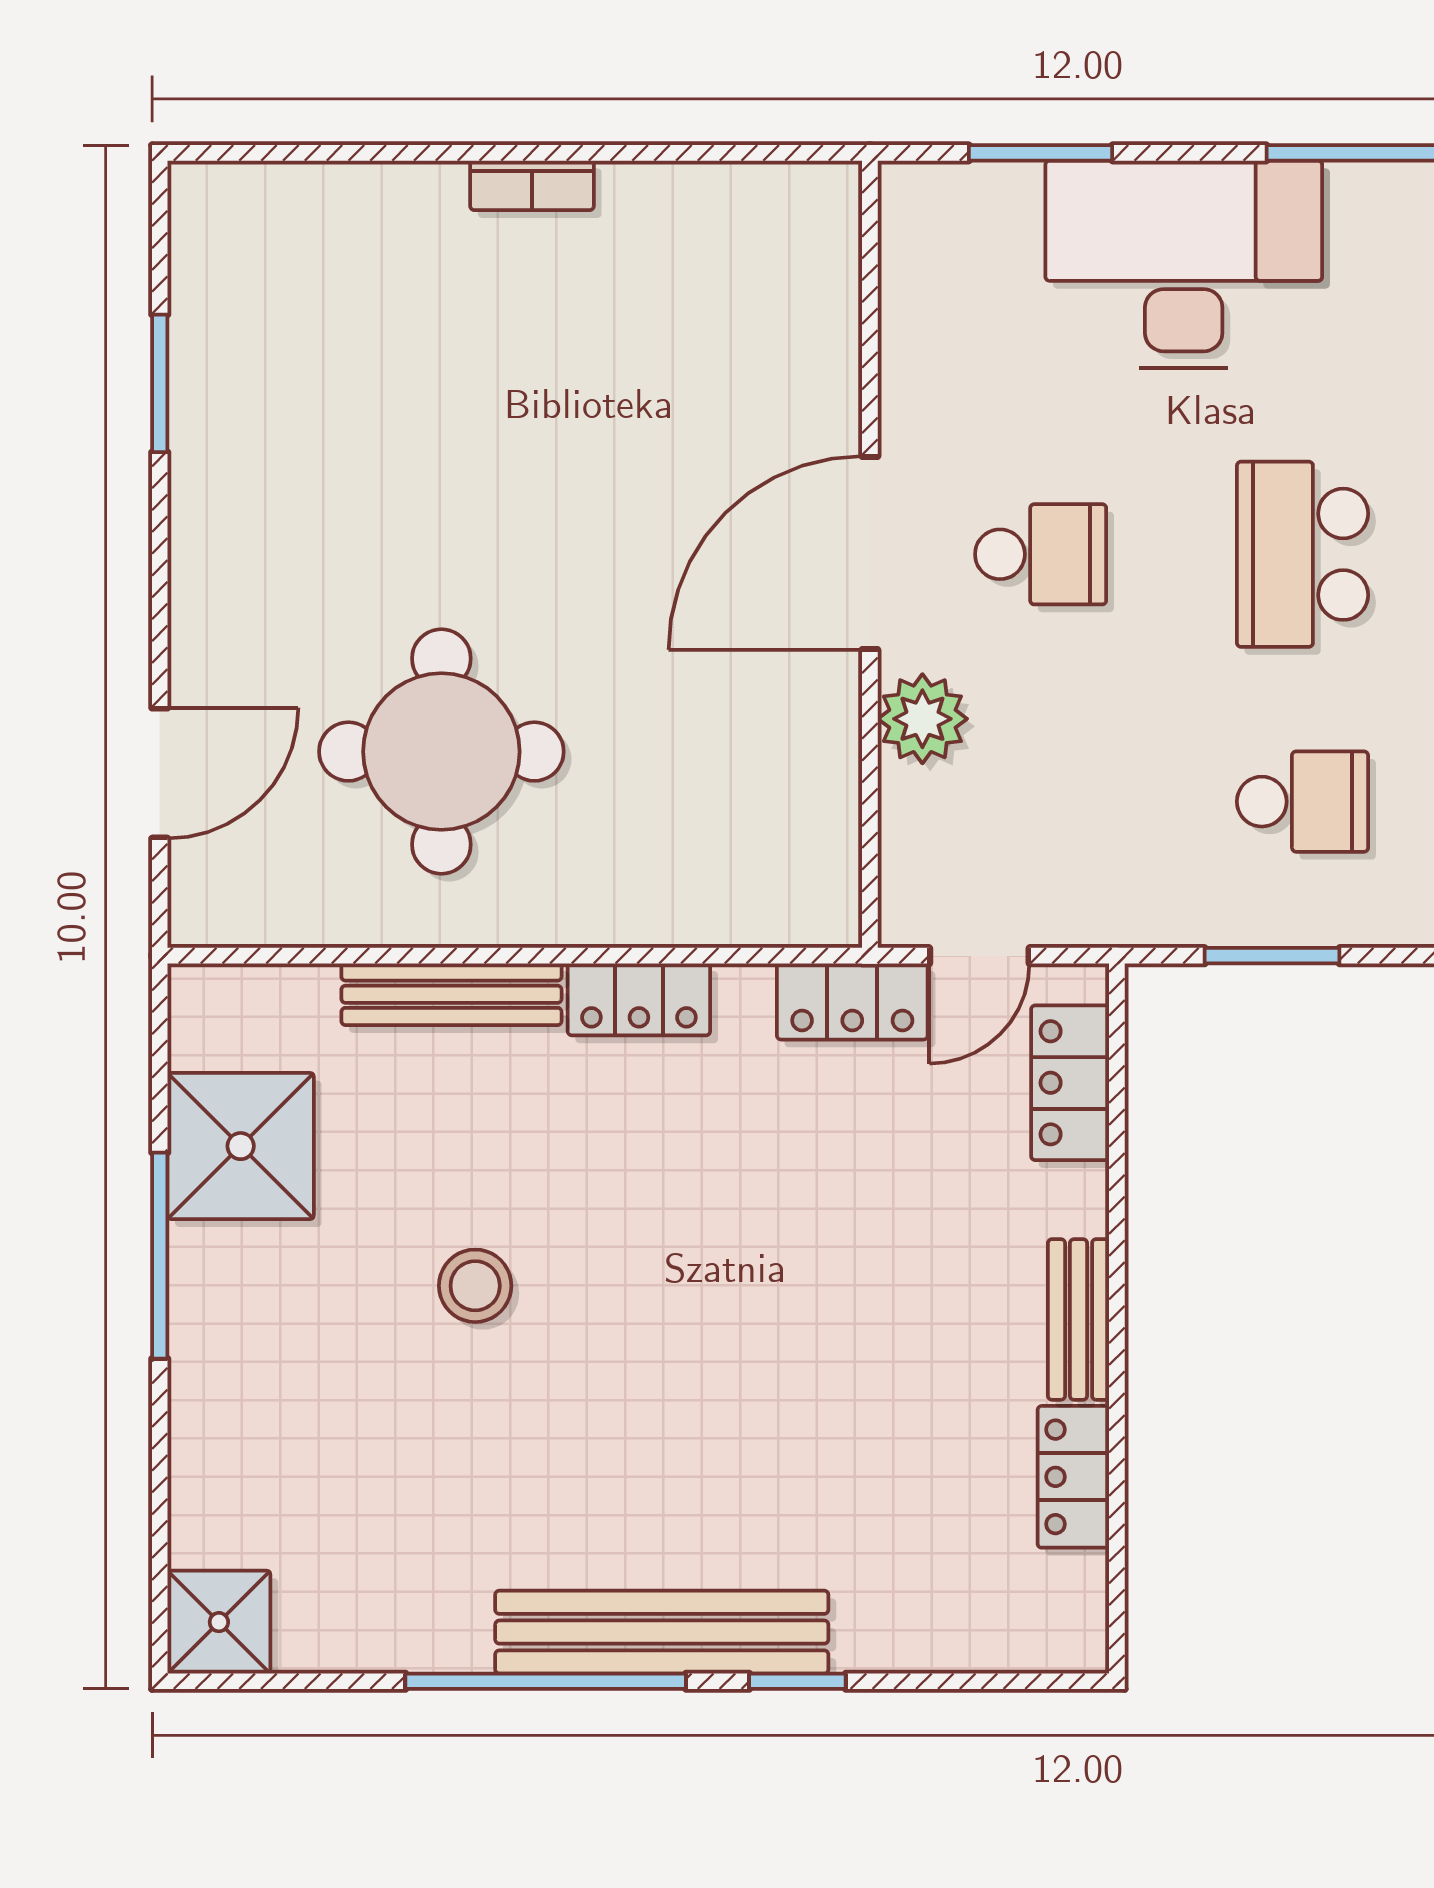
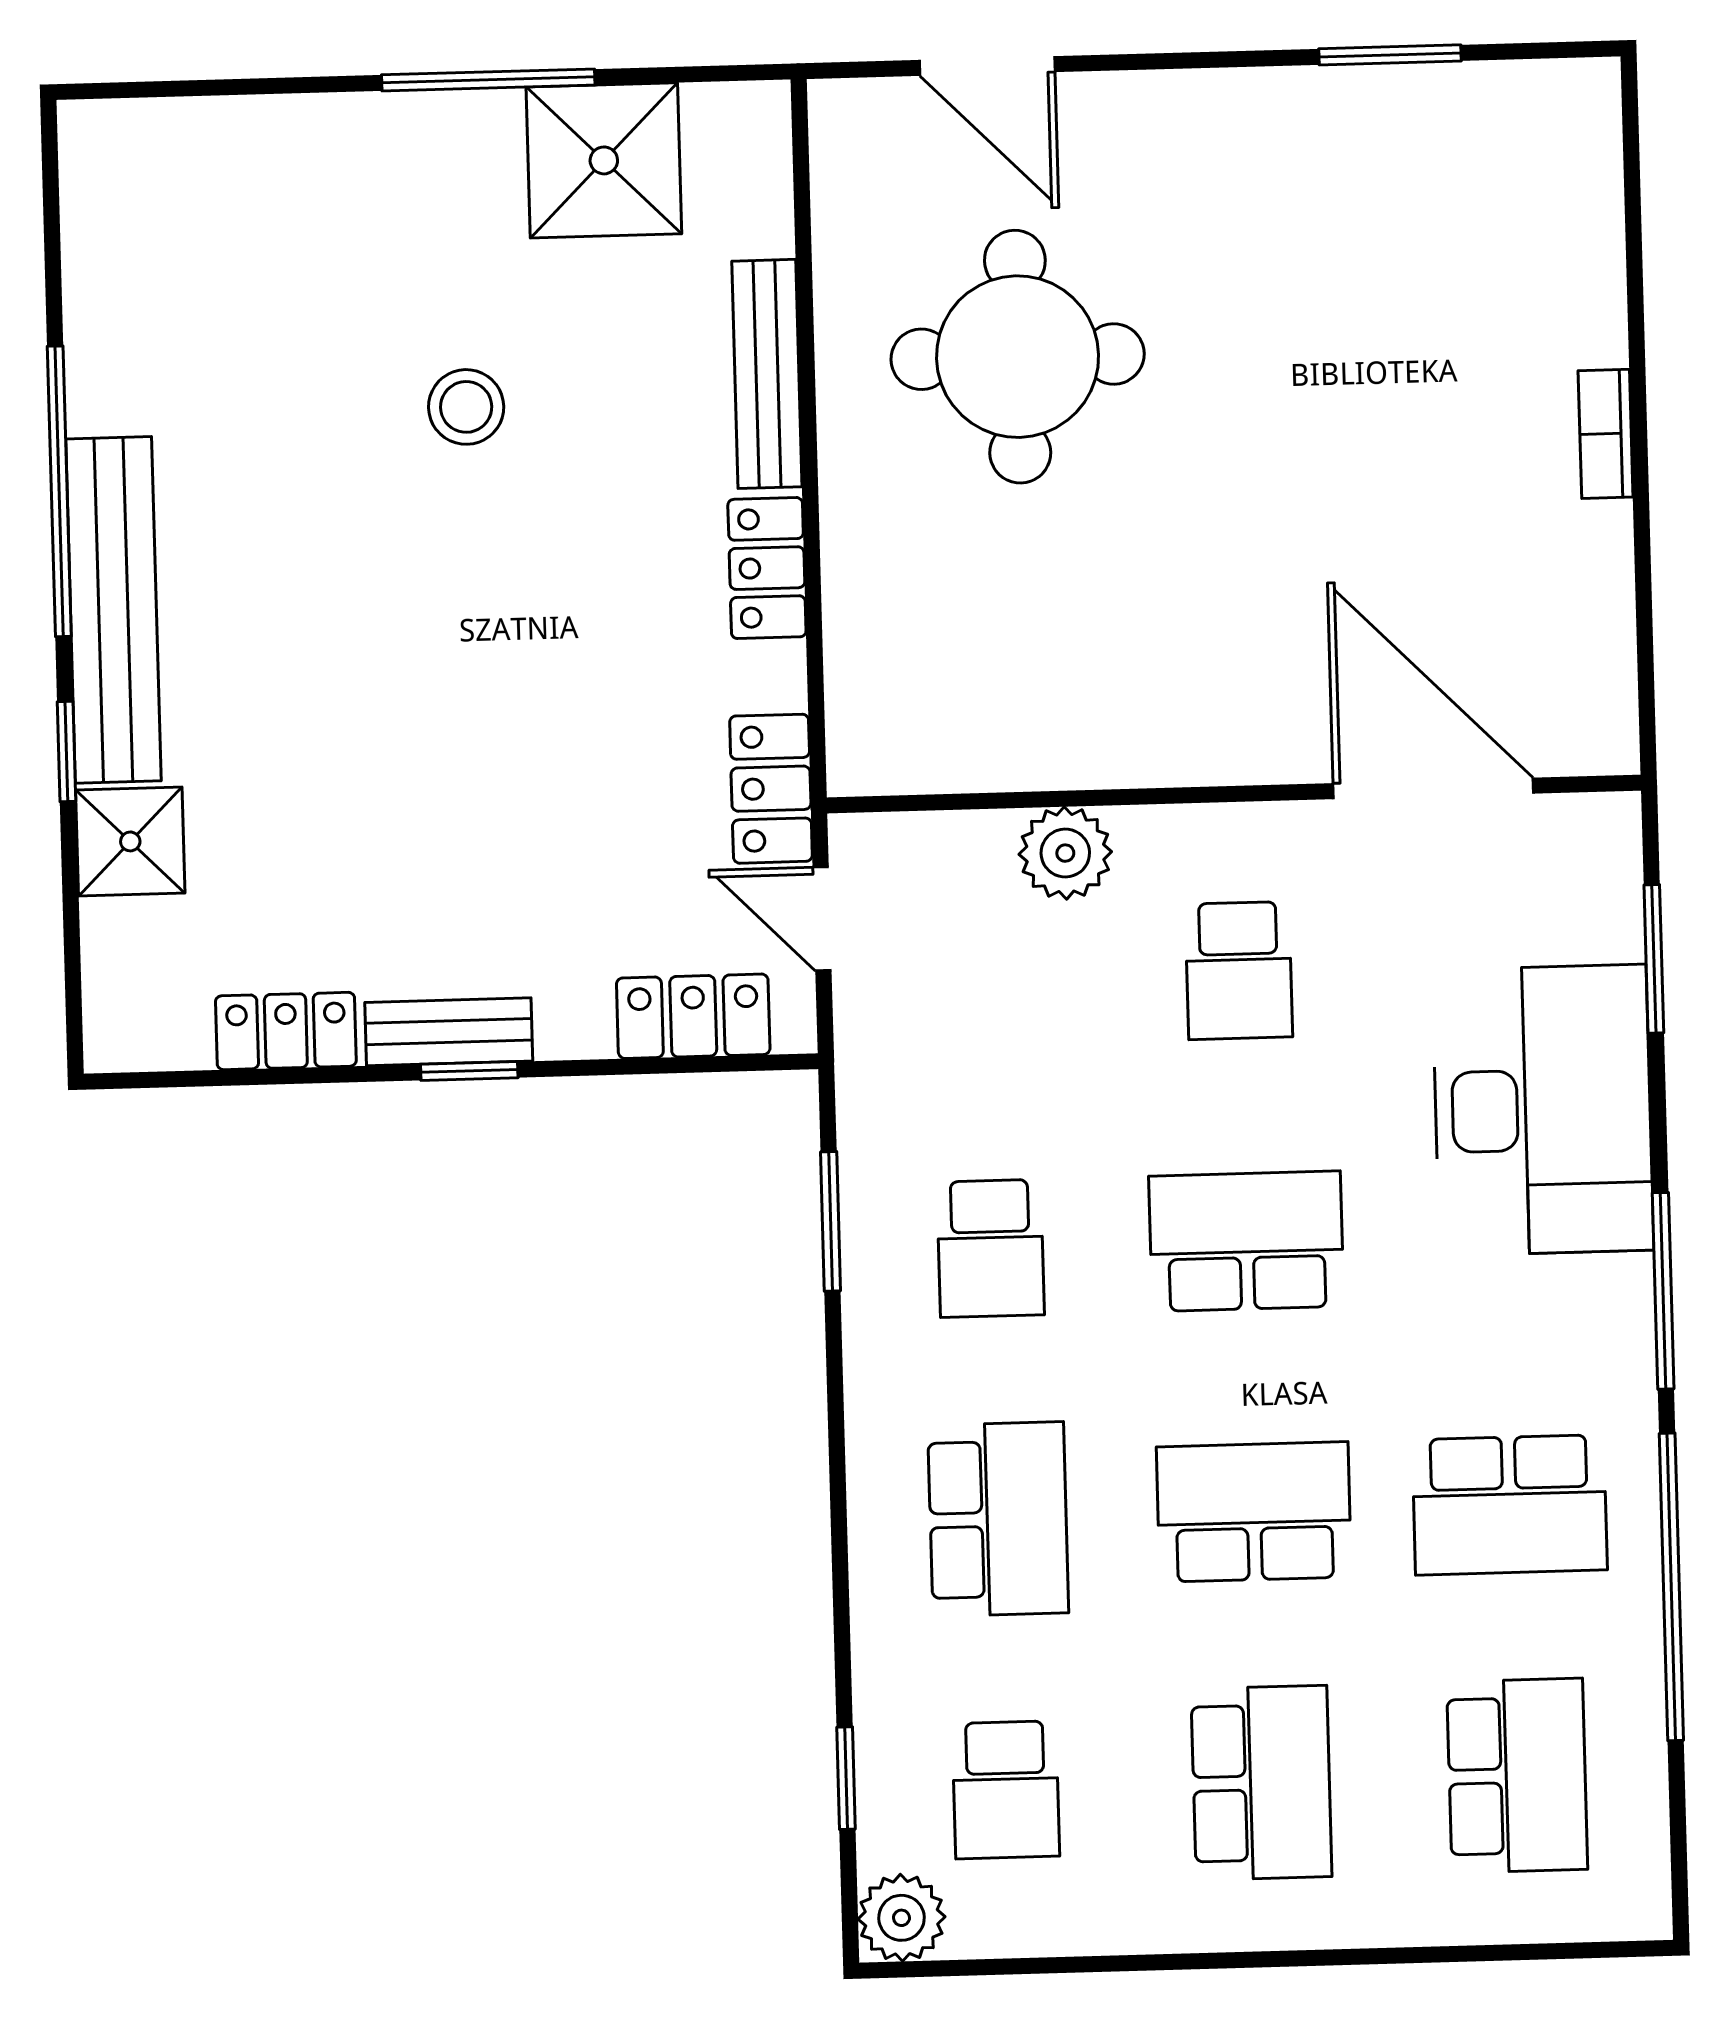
door: (870, 553) -> (1433, 788), moved
window: (1117, 1301) -> (469, 1071), added
shower: (219, 1622) -> (130, 841), moved

